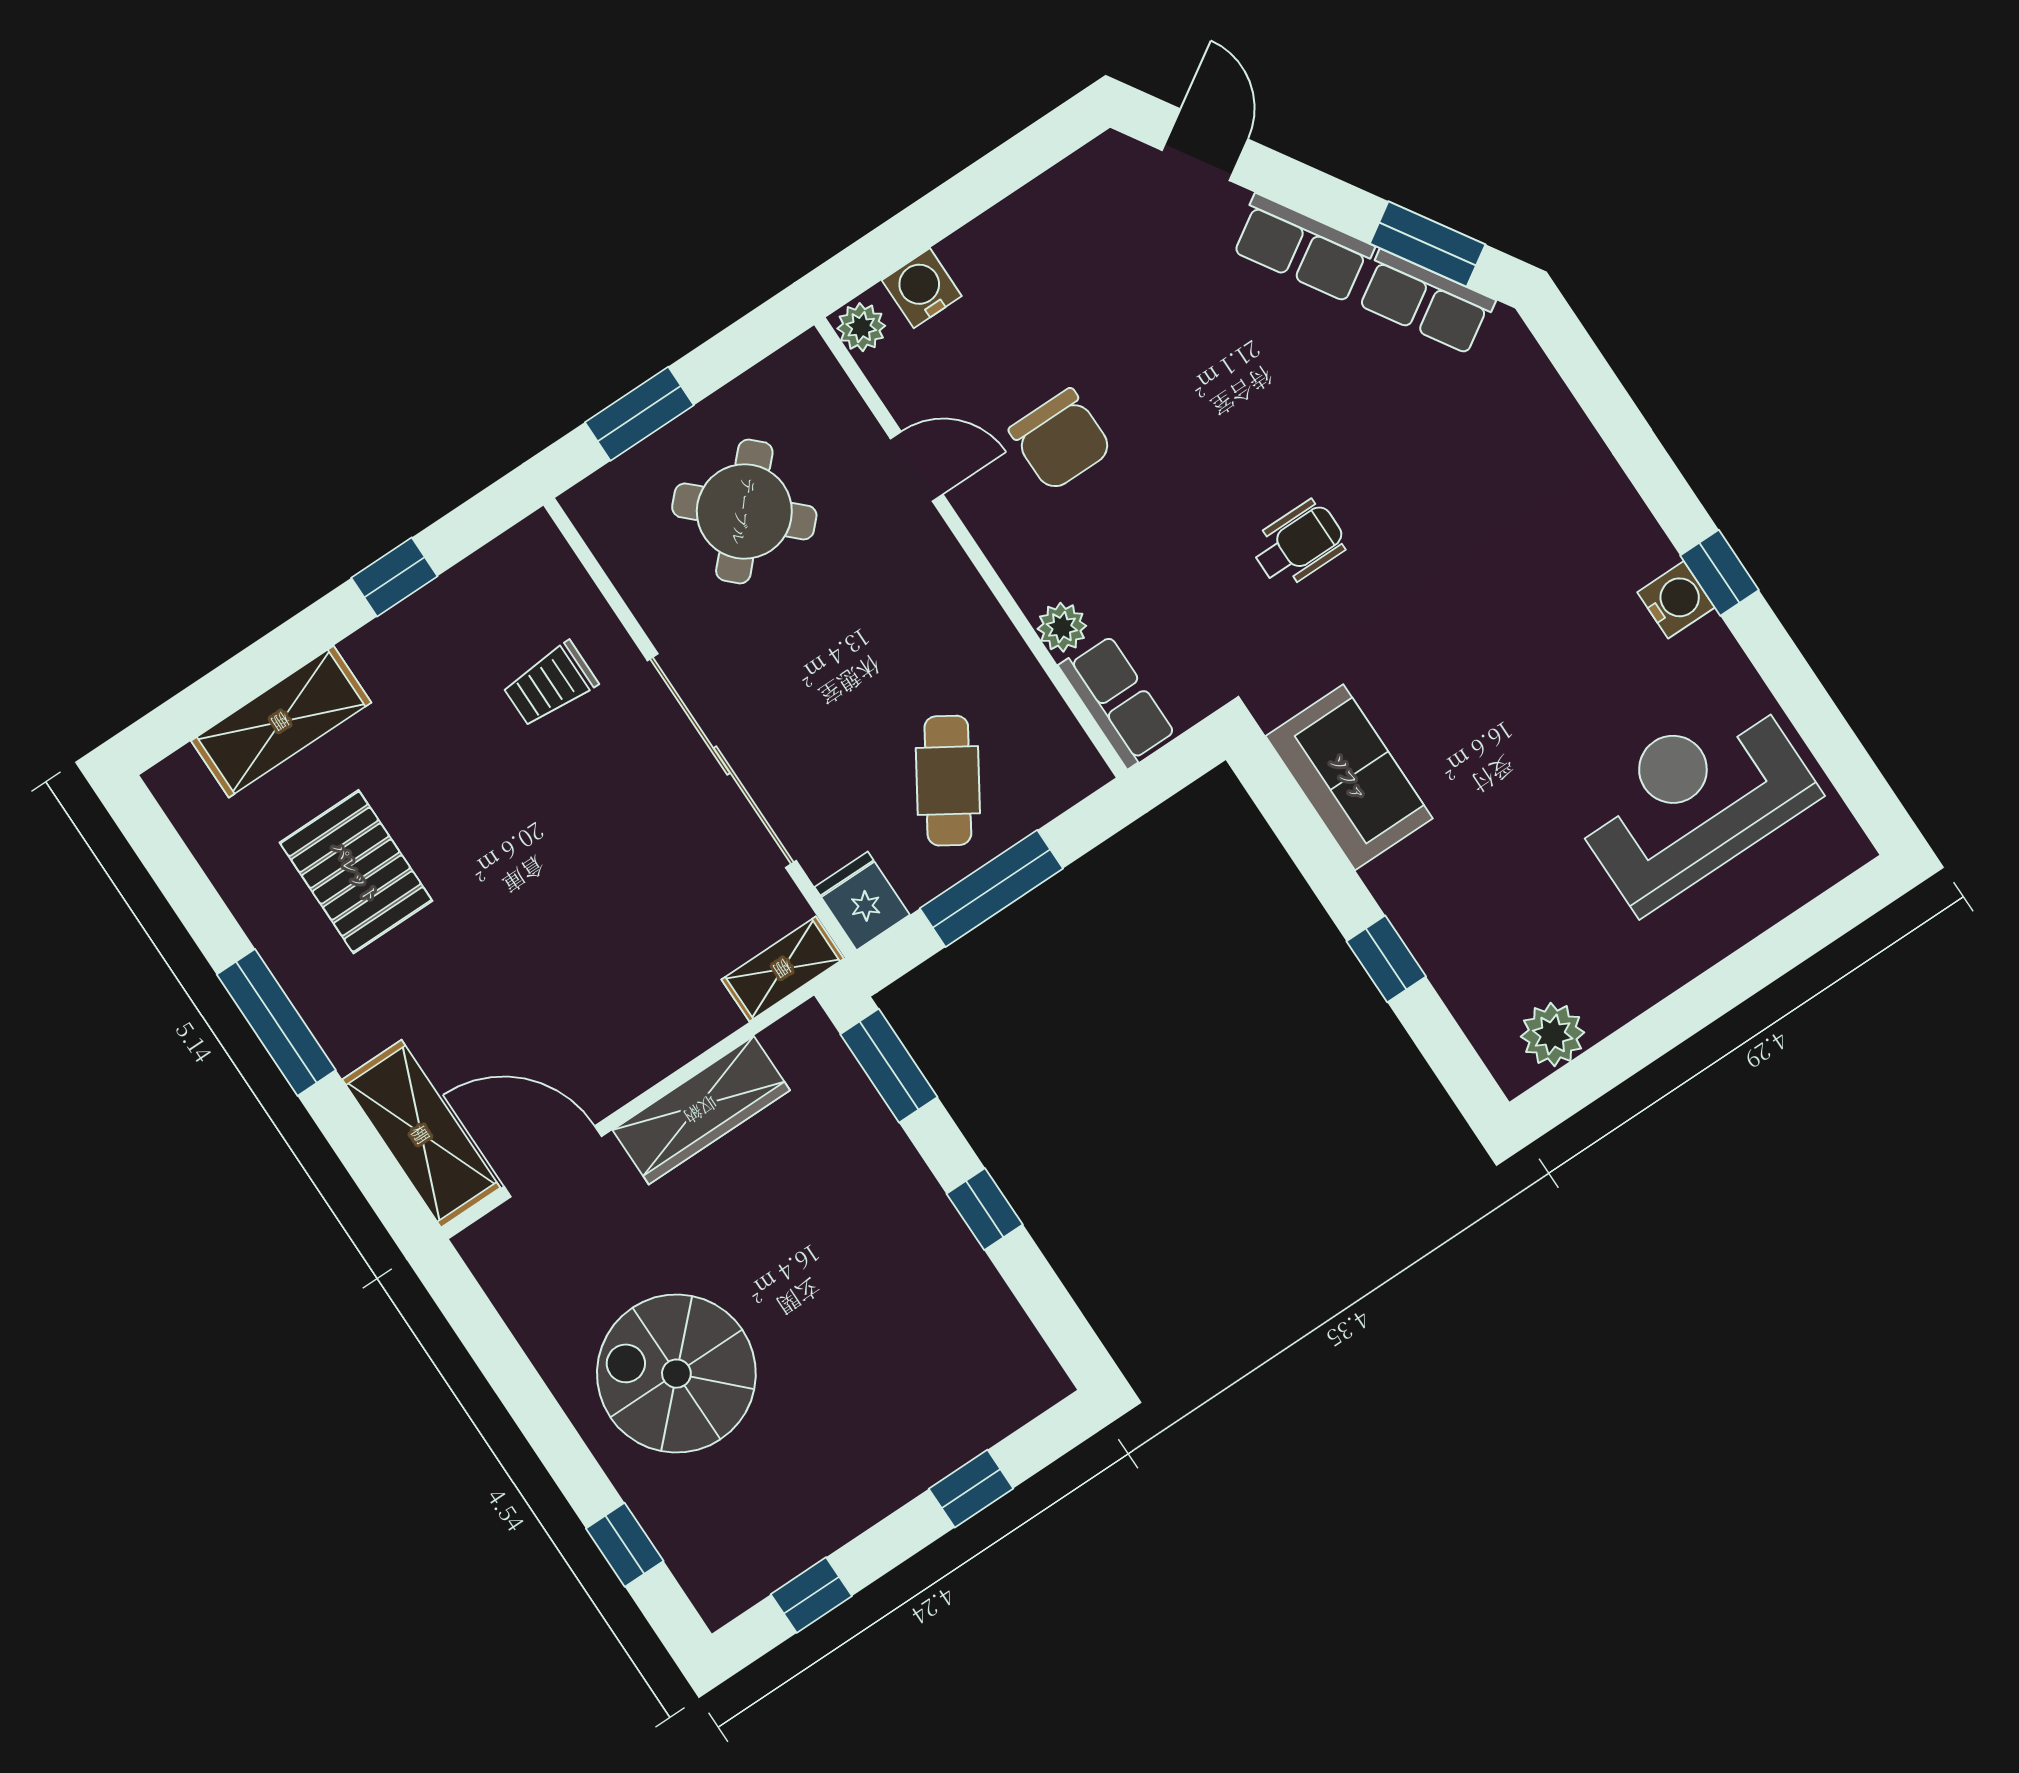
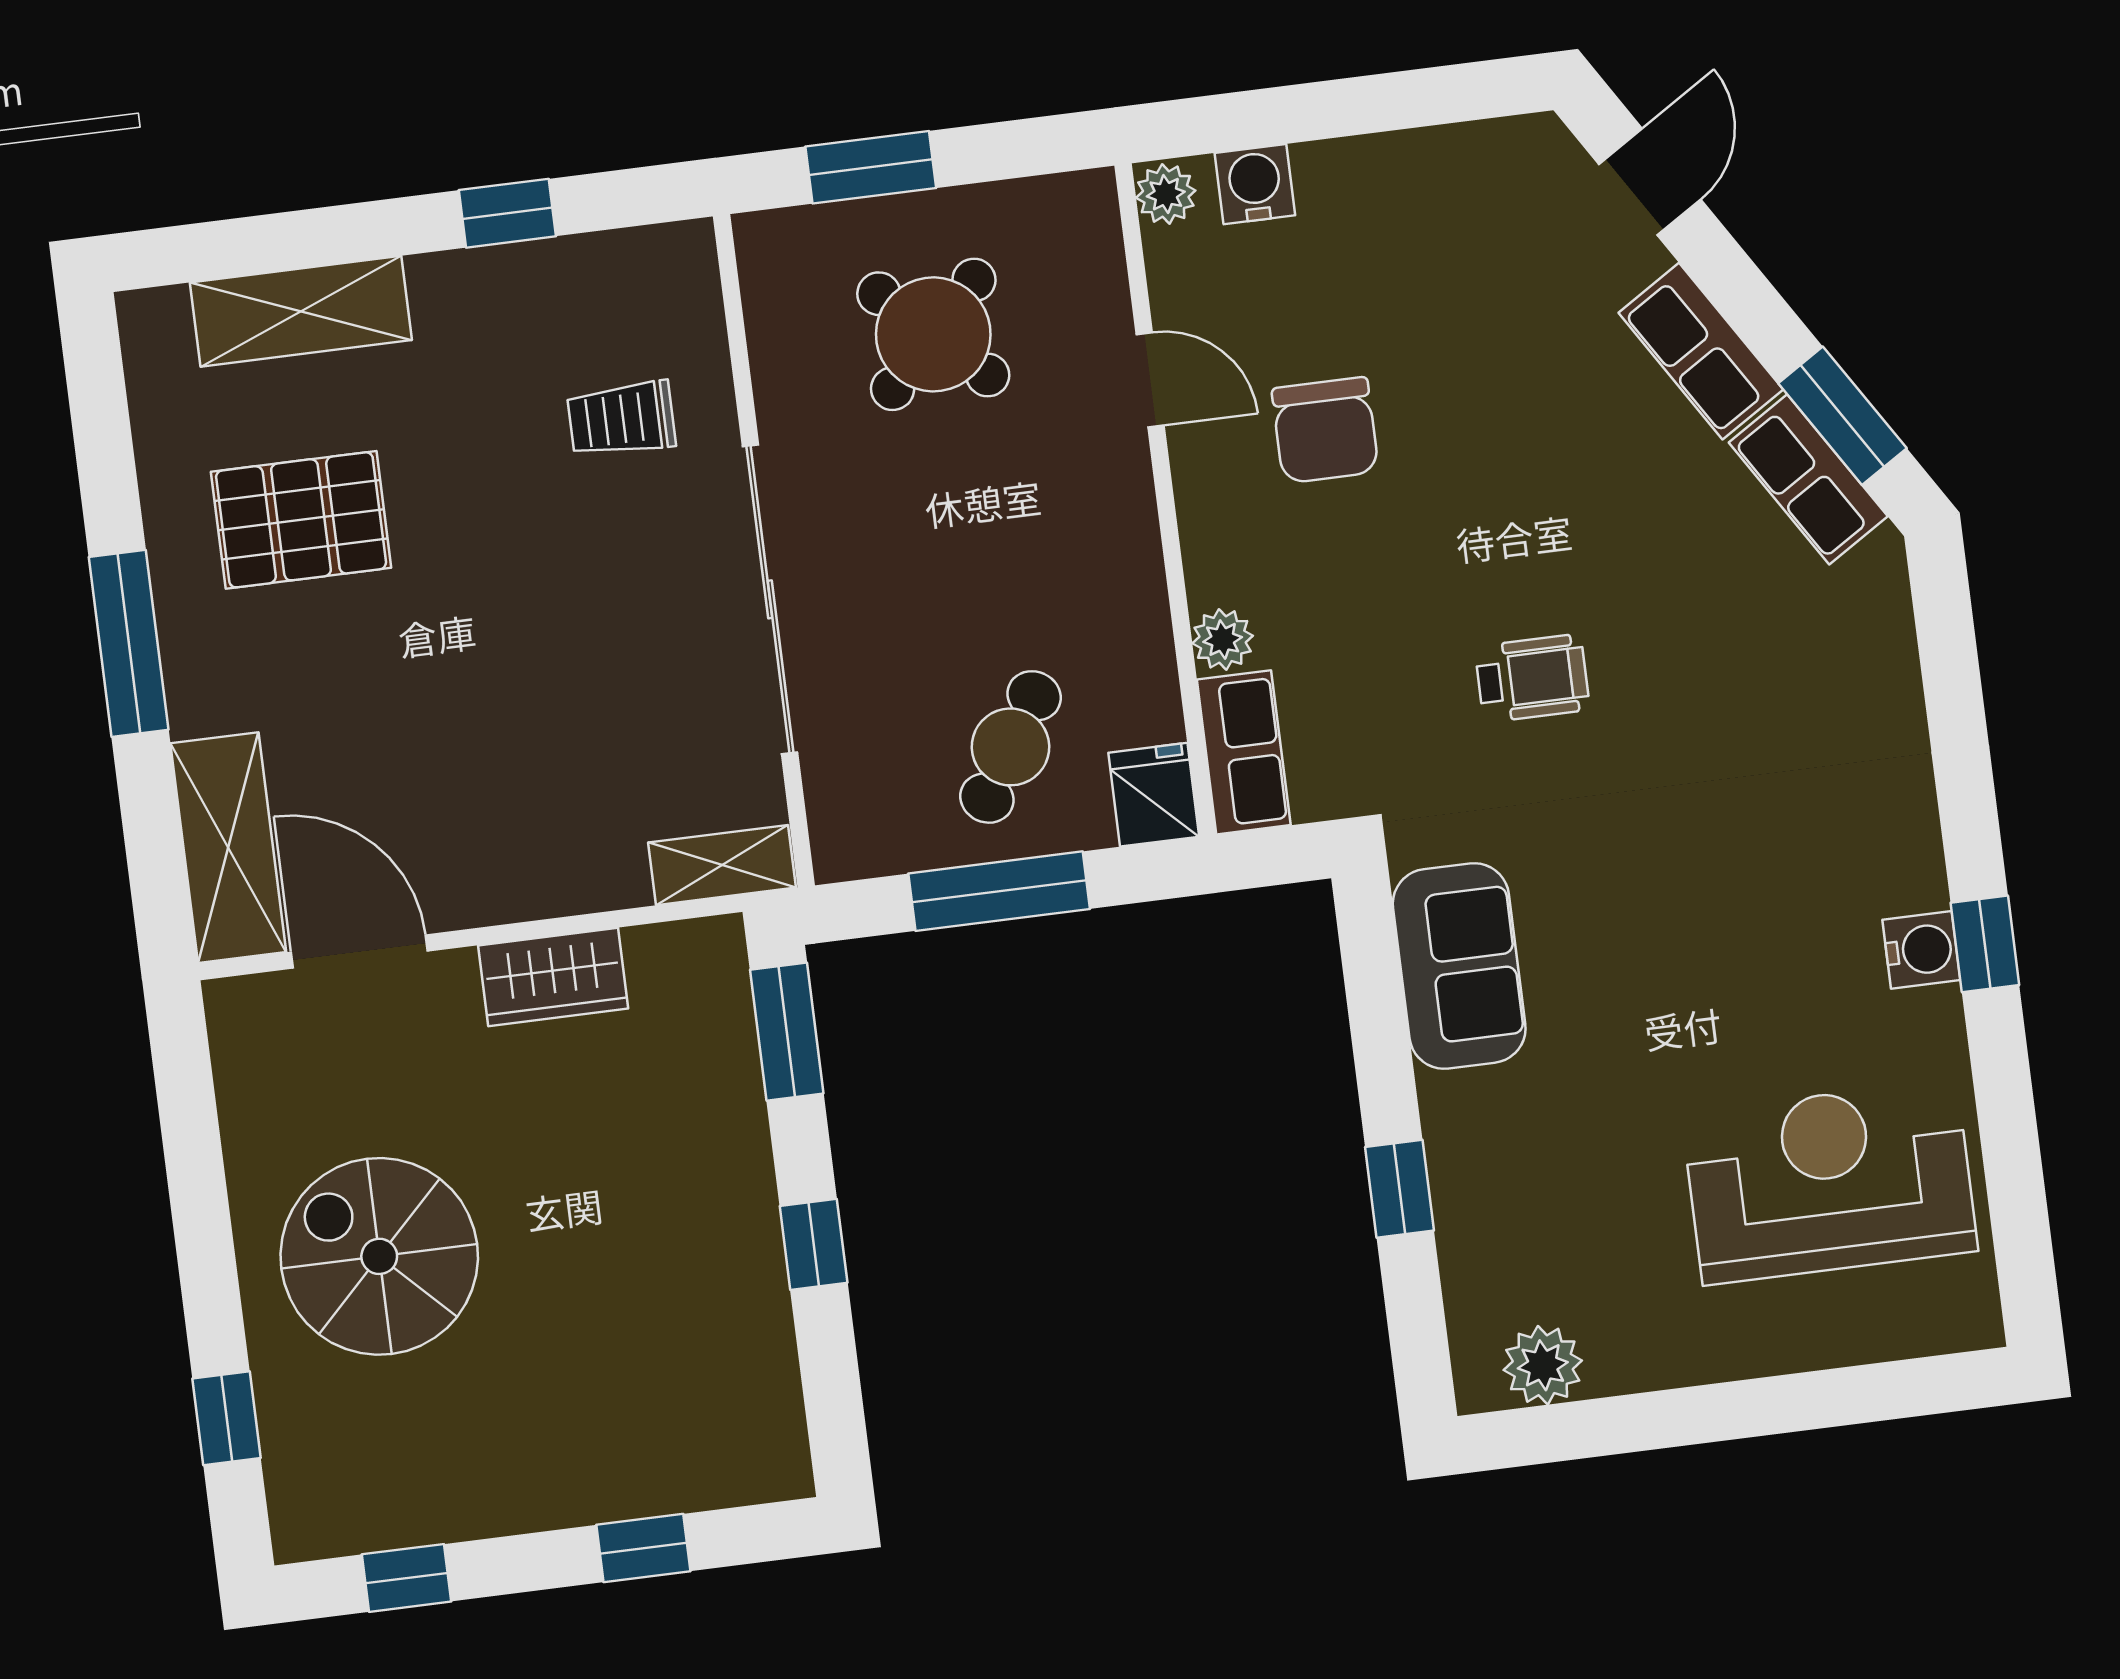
pallet: (356, 872) -> (301, 520), turned 90
fridge: (862, 901) -> (1154, 795), moved
wardrobe: (701, 1110) -> (553, 977), width x0.67

